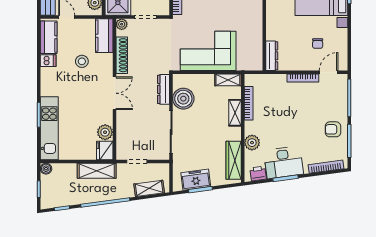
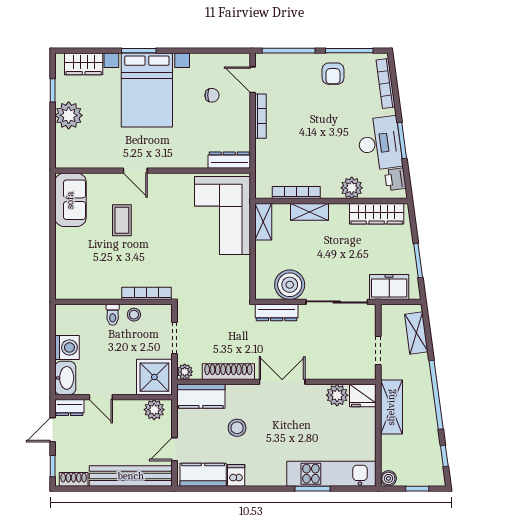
corner sofa: (208, 51) -> (222, 215), moved
freezer: (196, 180) -> (389, 287), moved, turned 98

